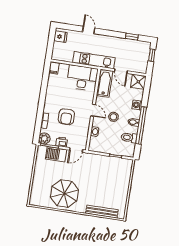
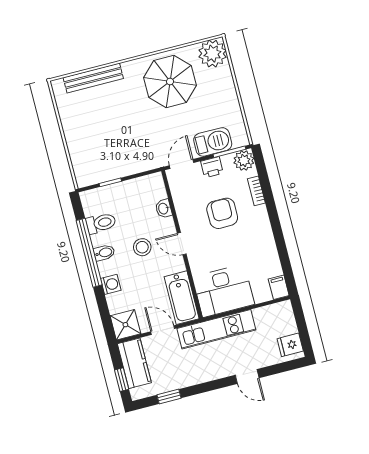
kitchen counter: (142, 61) -> (134, 363), added
plant: (37, 198) -> (212, 54), added

